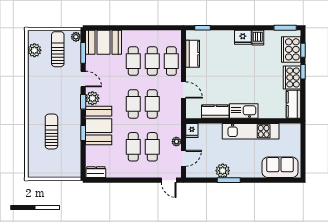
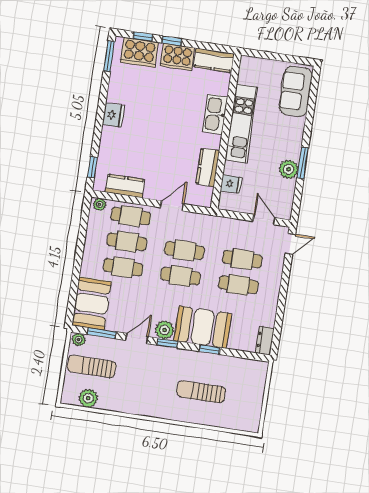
dishwasher: (258, 38) -> (117, 95), removed
kitchen sink: (244, 111) -> (215, 114), moved
fridge: (192, 130) -> (231, 184), moved
plant: (176, 142) -> (100, 204), moved

